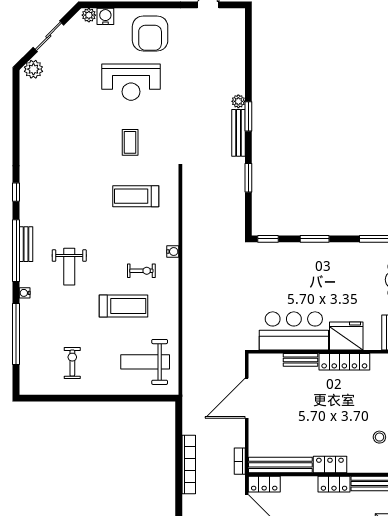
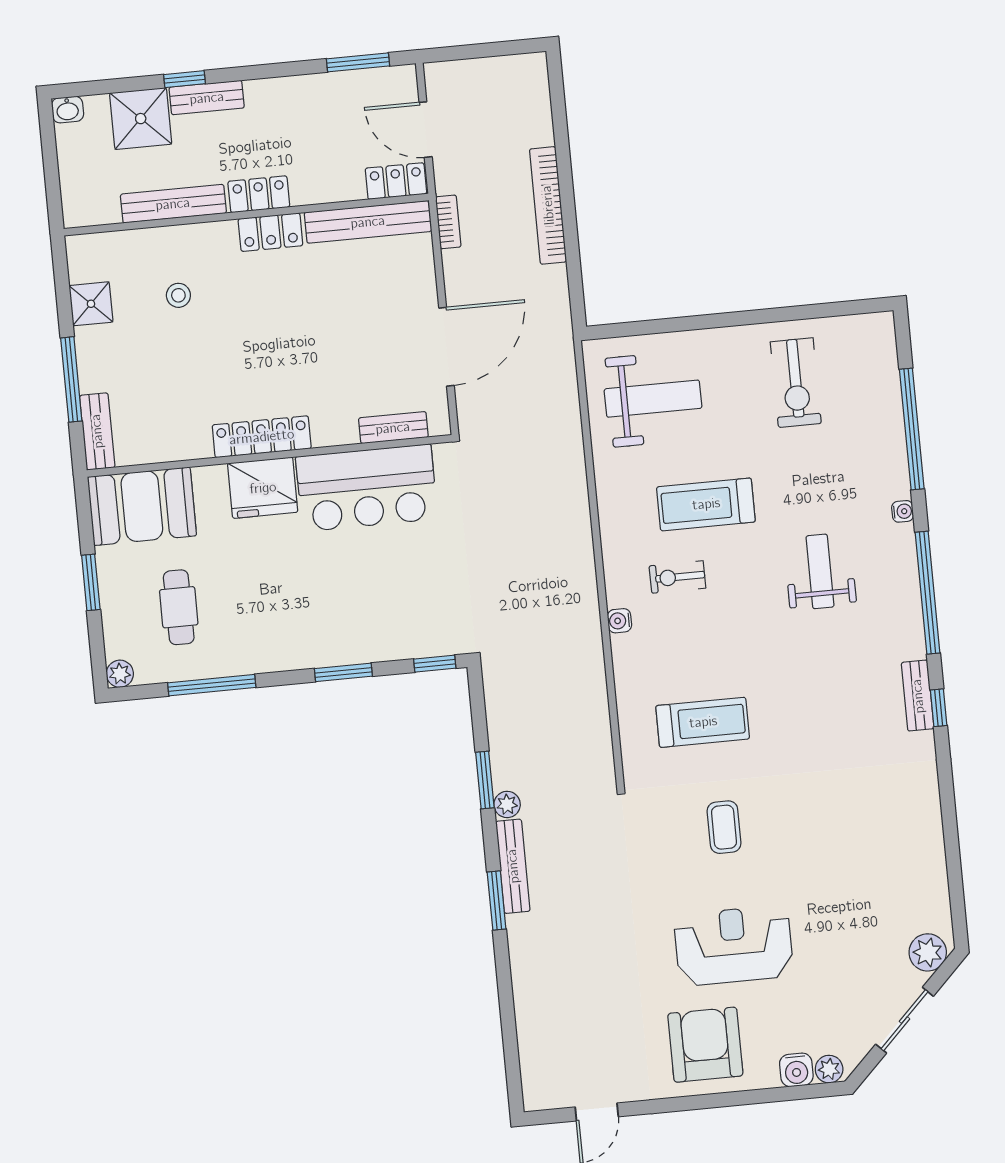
plant: (238, 101) -> (507, 804), moved
bench: (26, 244) -> (918, 696), moved
bench: (301, 360) -> (393, 428), moved
exercise bike: (72, 363) -> (796, 383), width x1.38, depth x1.39

